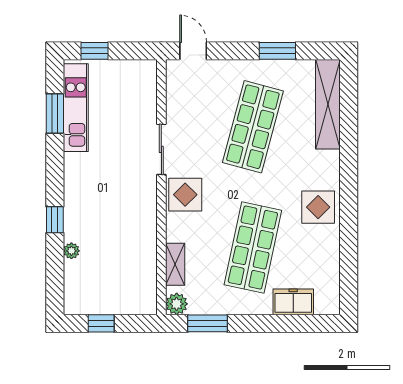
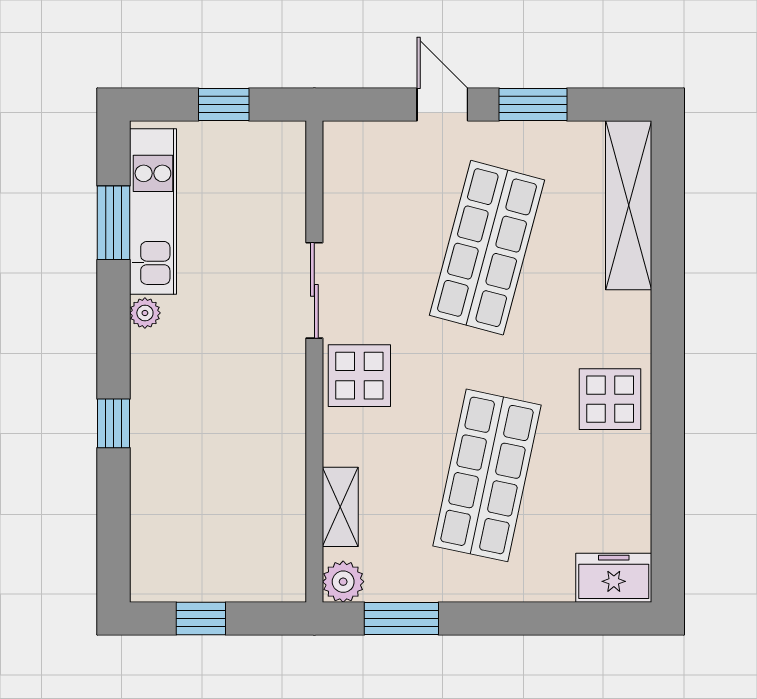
window: (94, 51) -> (224, 105), moved
door: (193, 51) -> (442, 105), moved
plant: (71, 251) -> (145, 313), moved
freezer: (293, 302) -> (614, 578), moved

